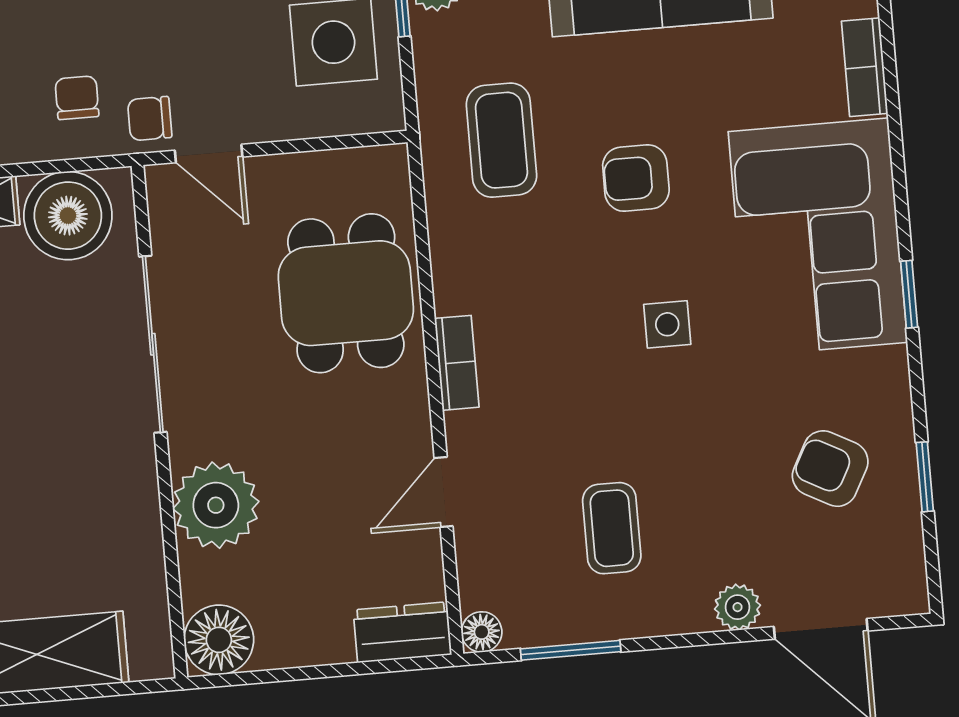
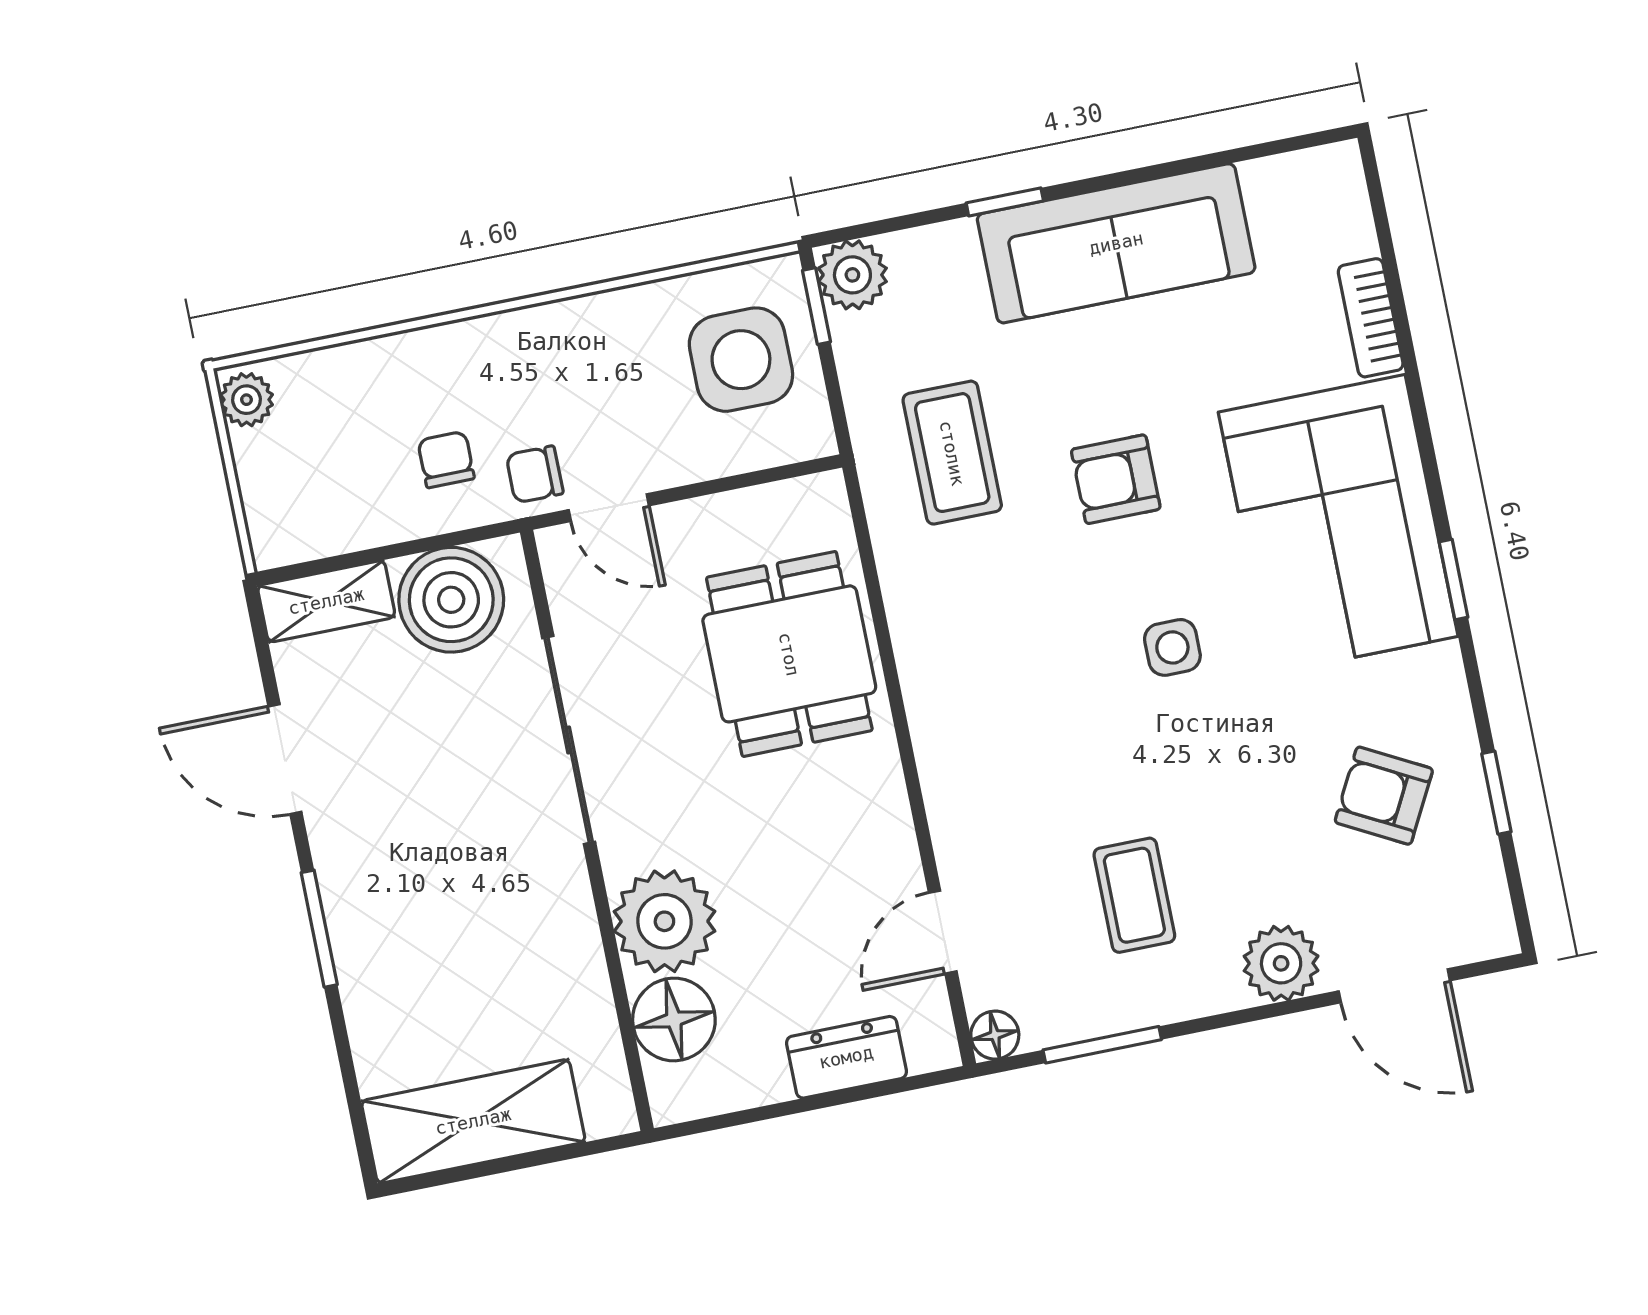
bookcase: (457, 363) -> (929, 721), removed
door: (444, 492) -> (943, 932), moved
plant: (737, 607) -> (1281, 963), width x1.38, depth x1.38
dresser: (403, 632) -> (846, 1057), moved
floor lamp: (219, 640) -> (674, 1019), moved

